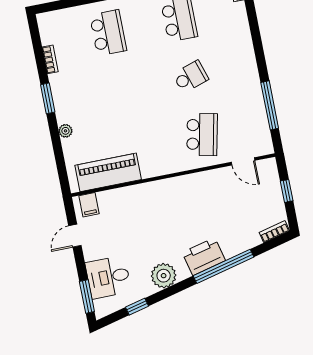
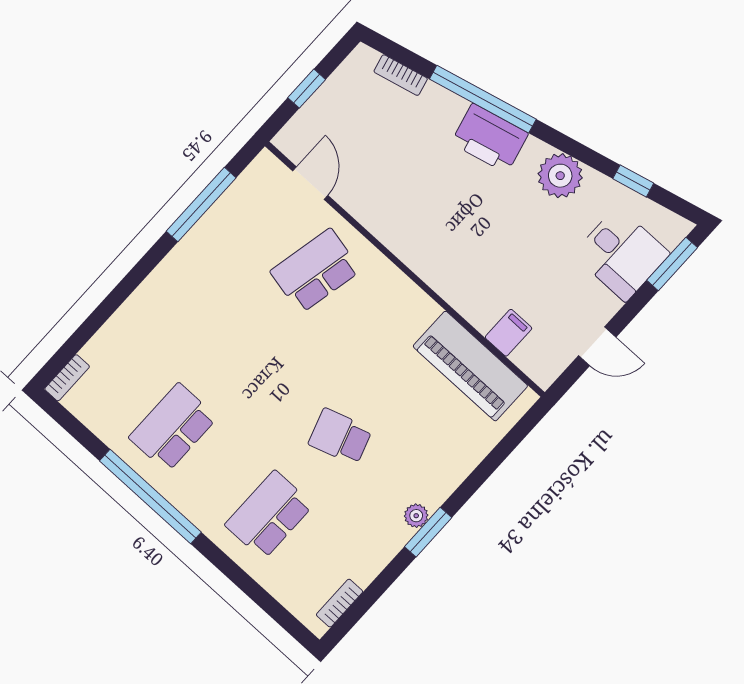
bookcase: (50, 59) -> (340, 603), moved
school desk: (191, 77) -> (340, 437), moved
plant: (65, 131) -> (416, 516), moved
filing cabinet: (89, 205) -> (509, 333), moved
bookcase: (274, 232) -> (401, 75), moved

